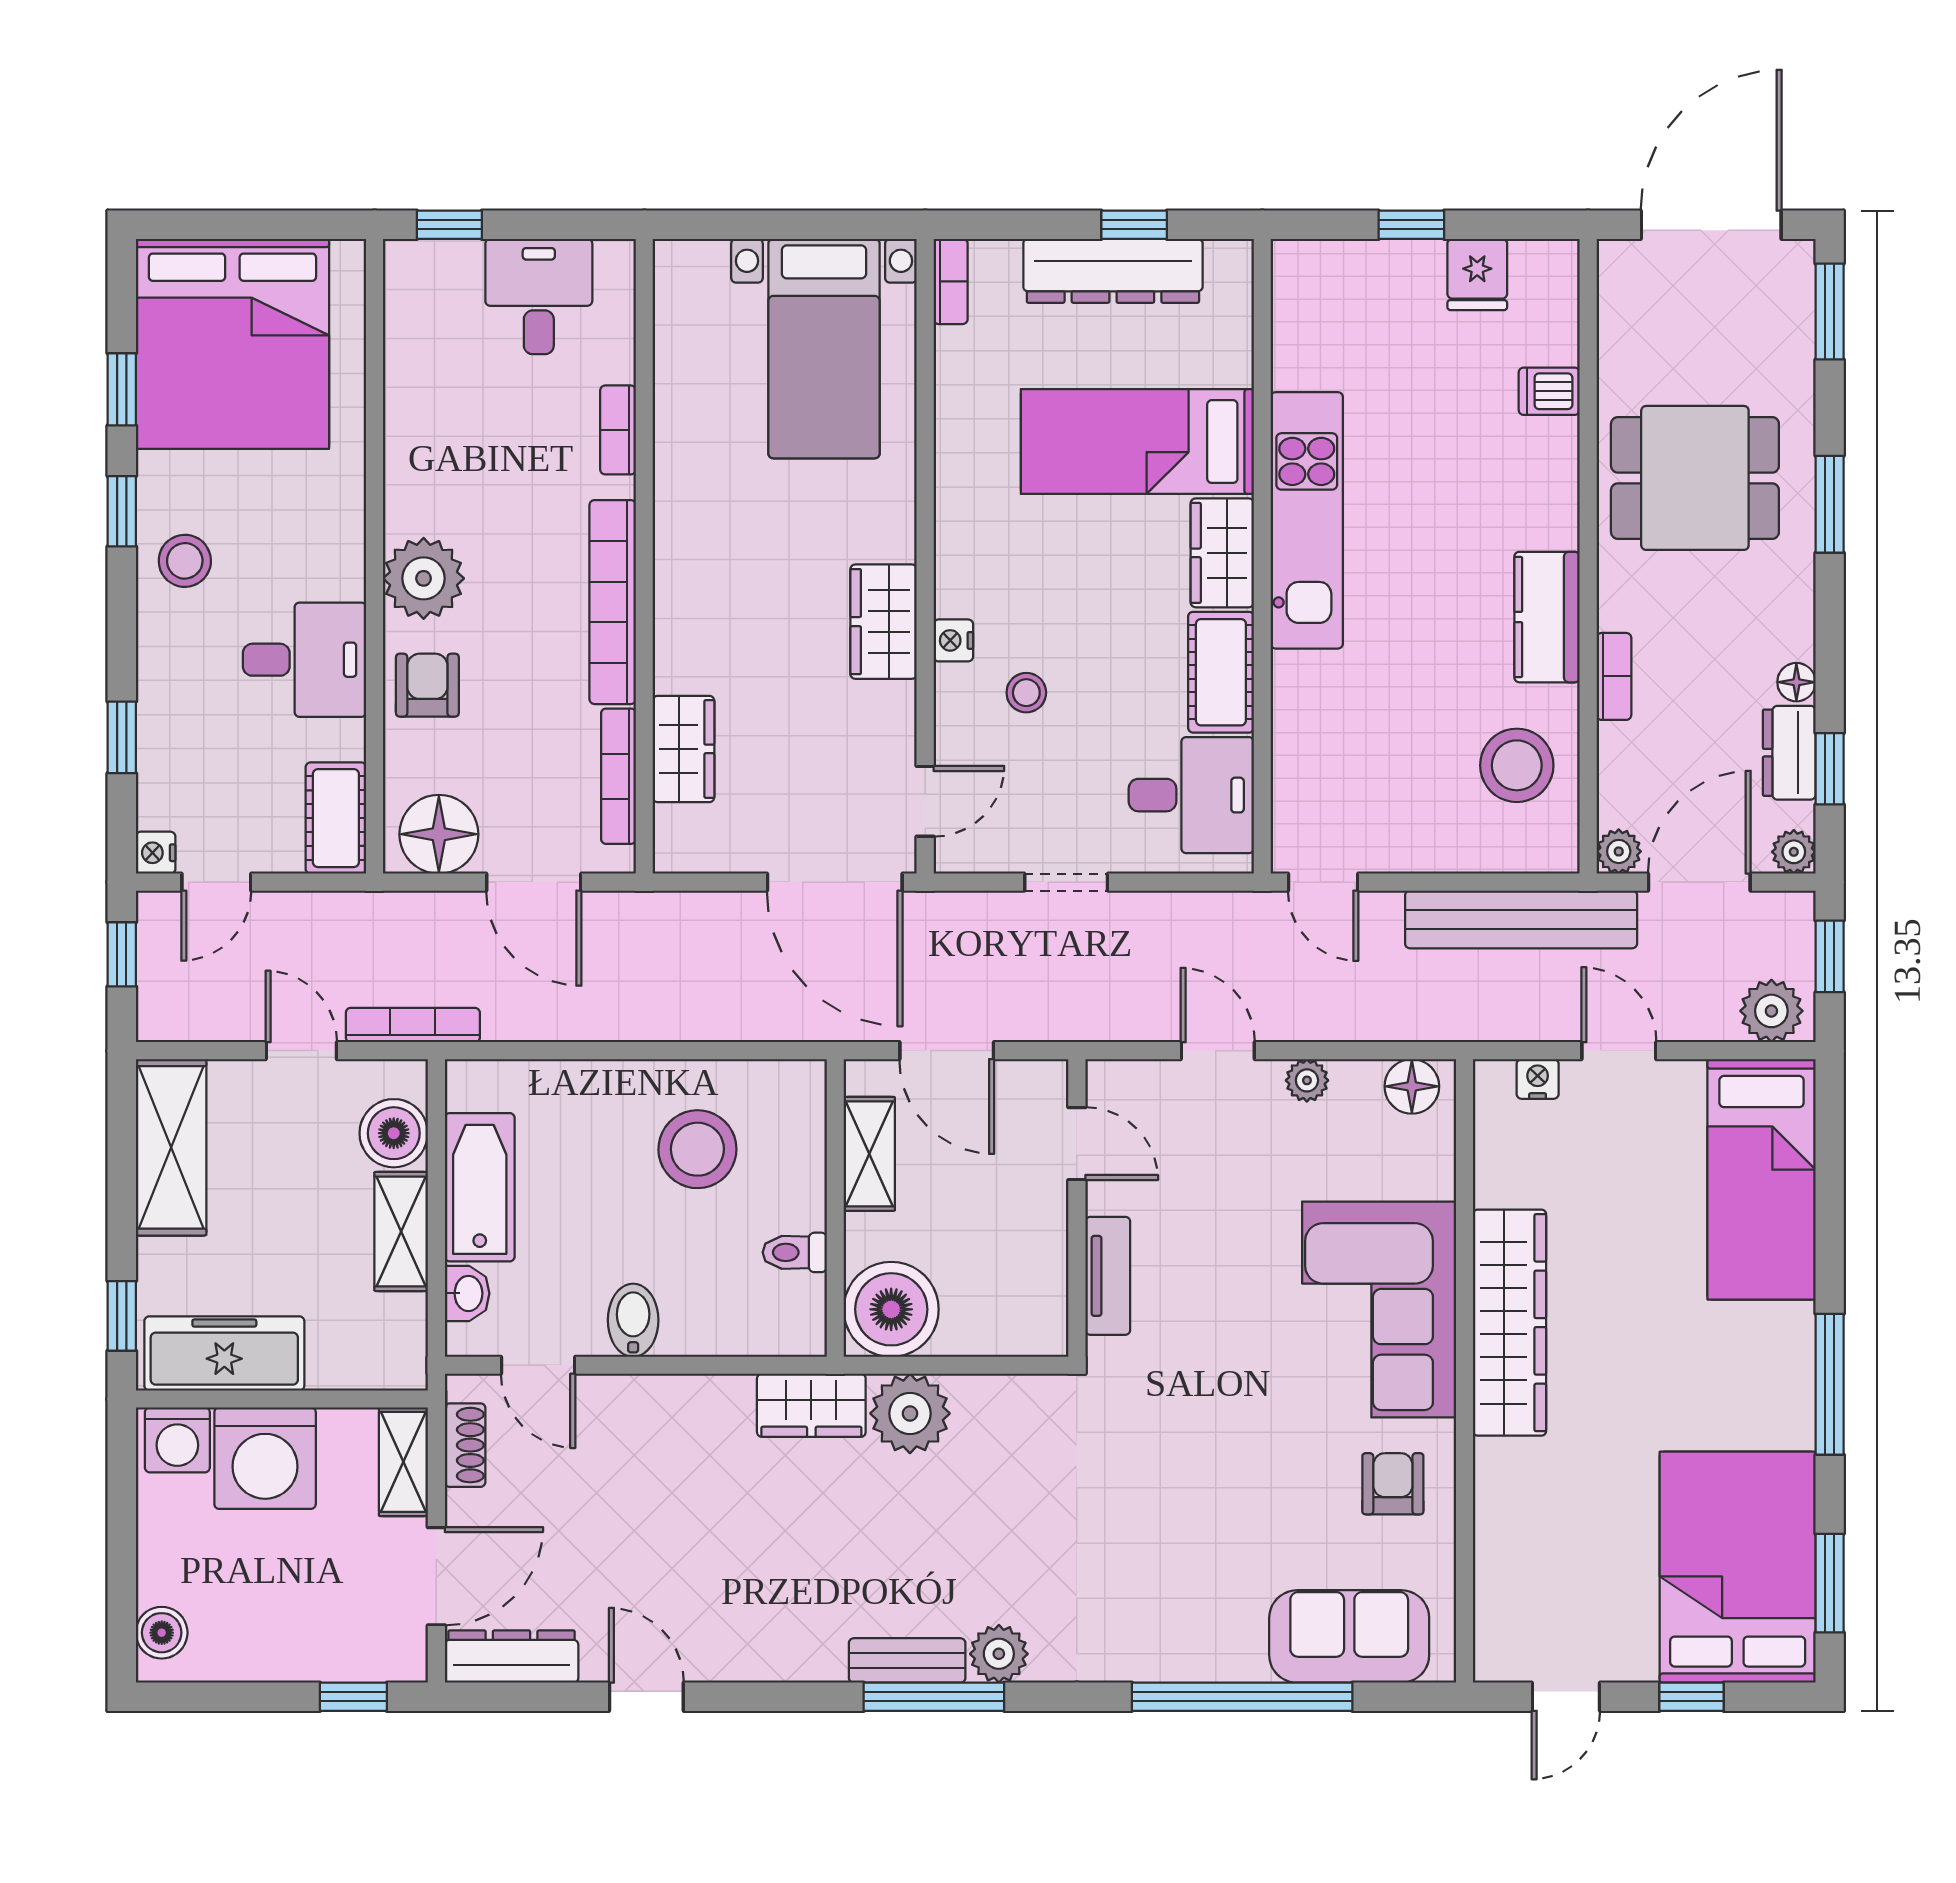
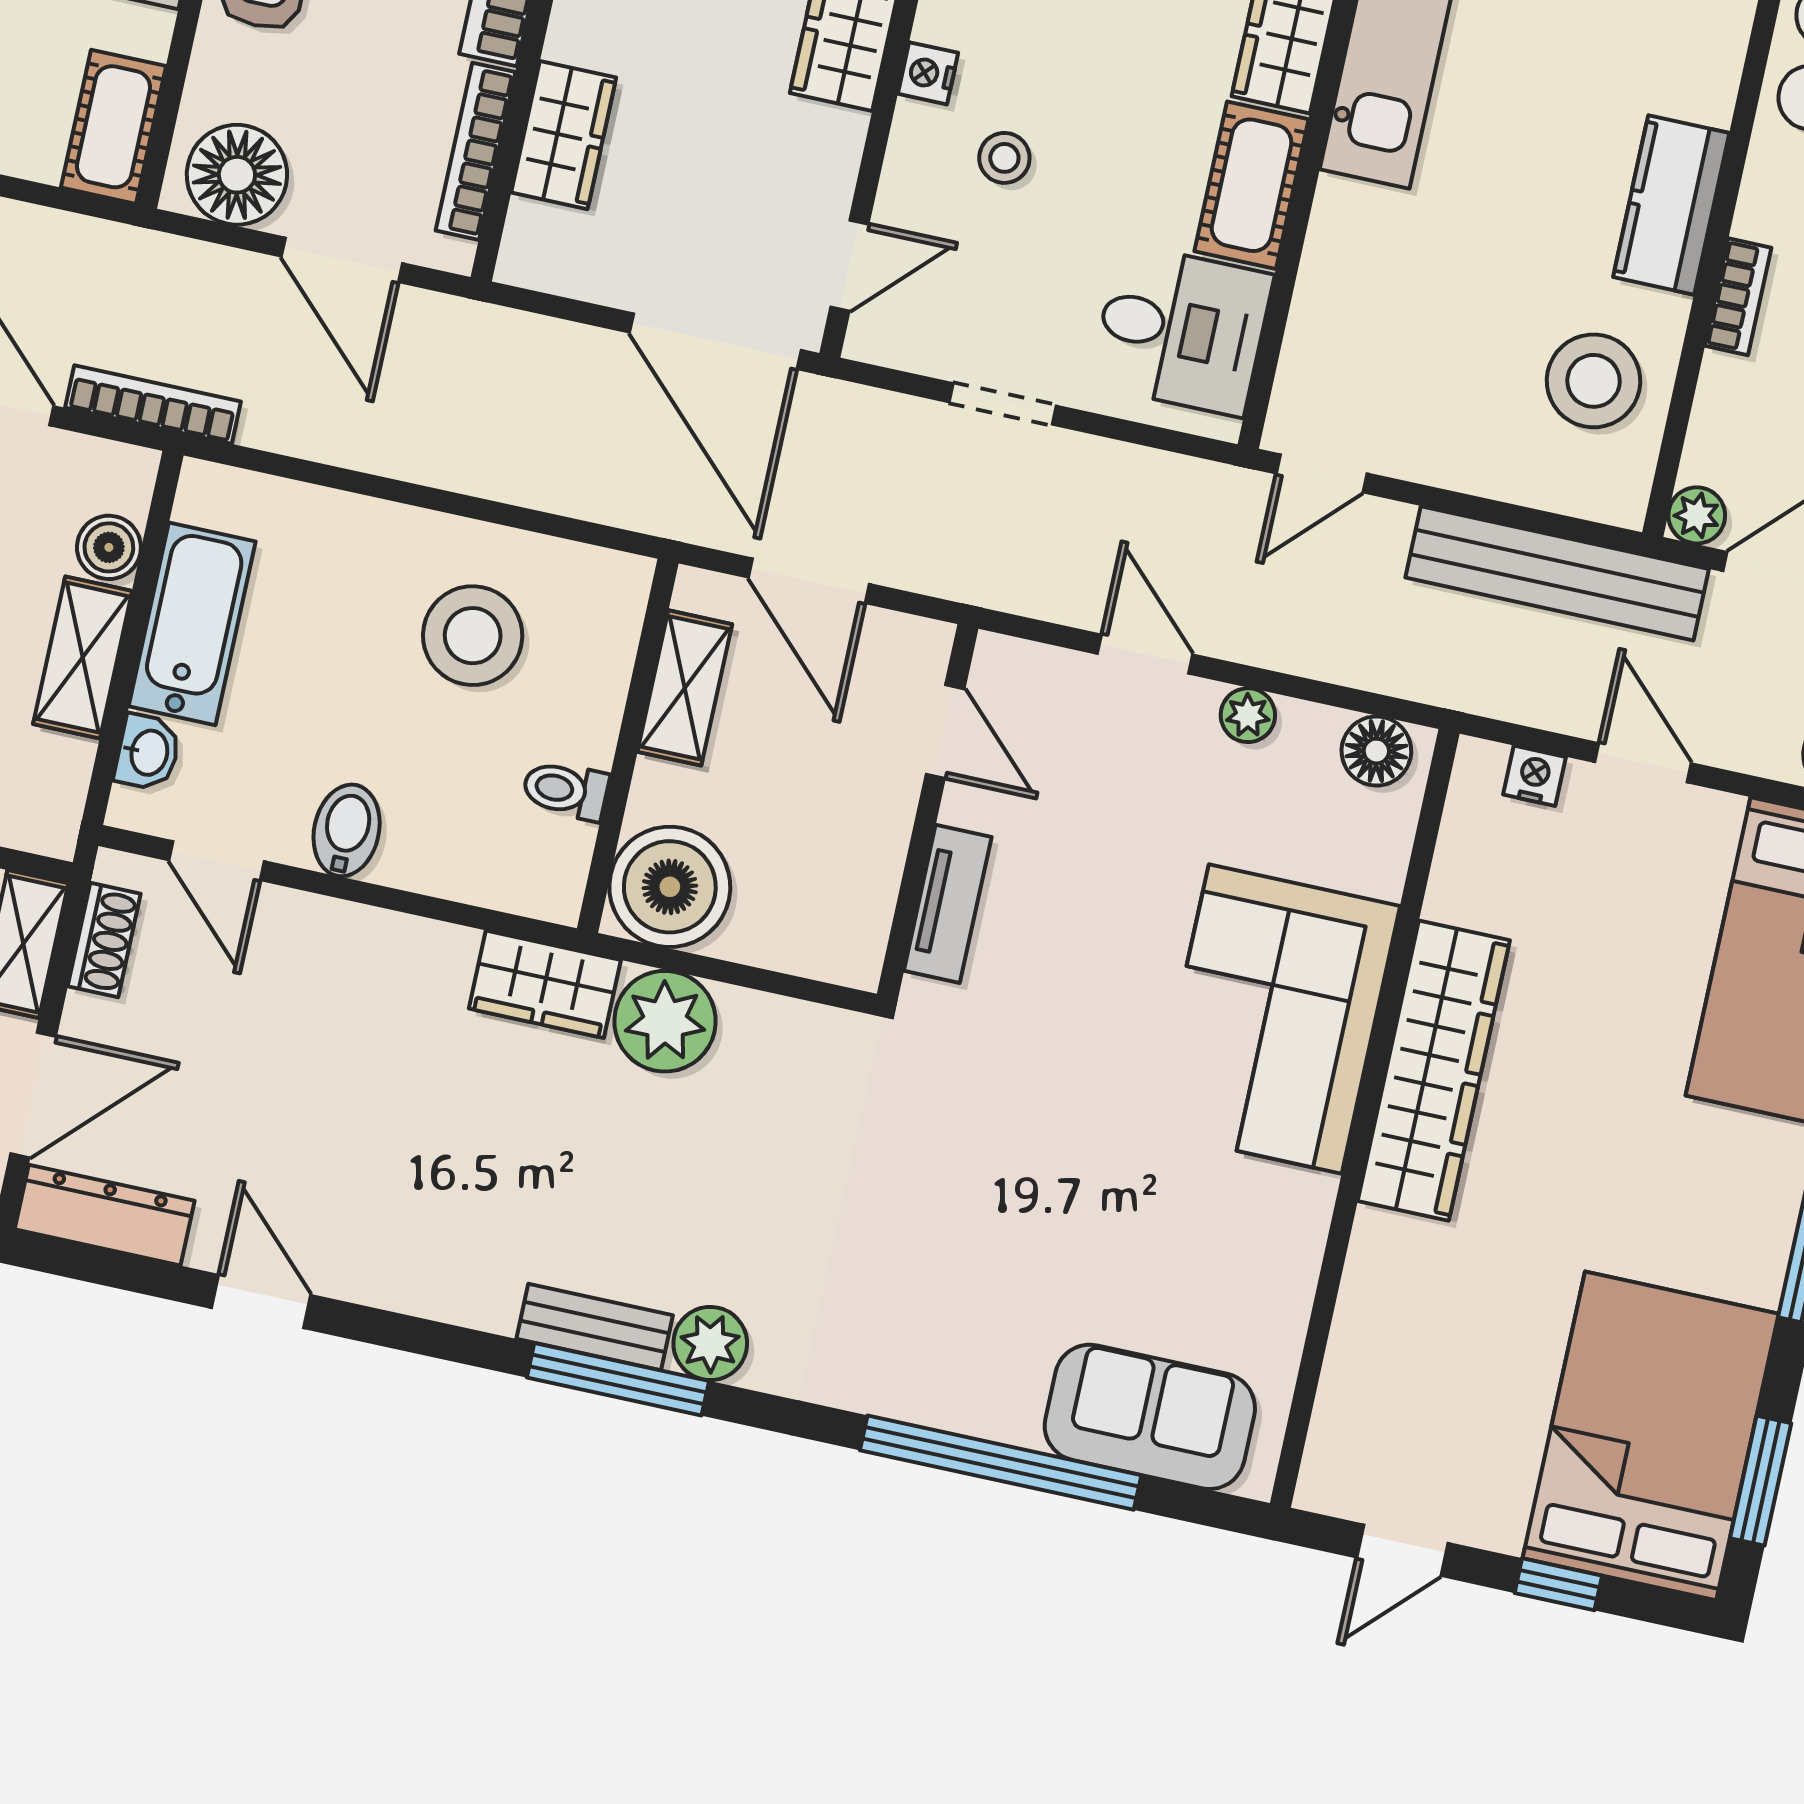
door: (1323, 882) -> (1322, 473), hinge flipped
boiler: (394, 1133) -> (109, 547), width x0.73, depth x0.73
armchair: (1393, 1484) -> (1245, 1239), removed

